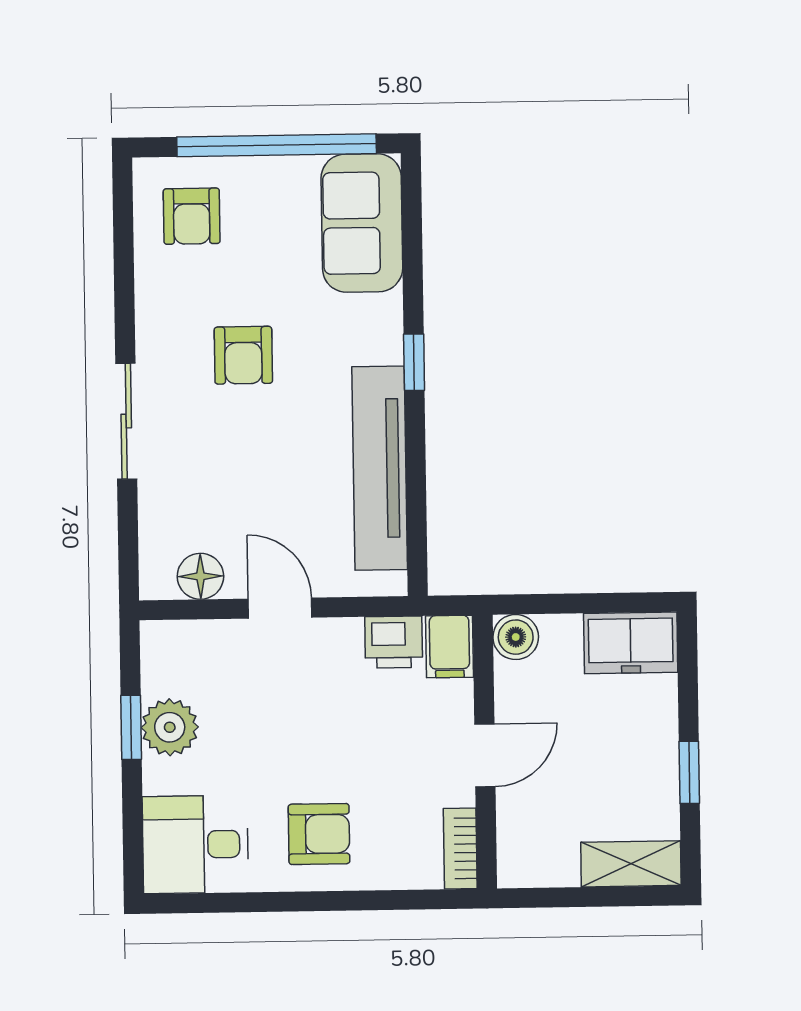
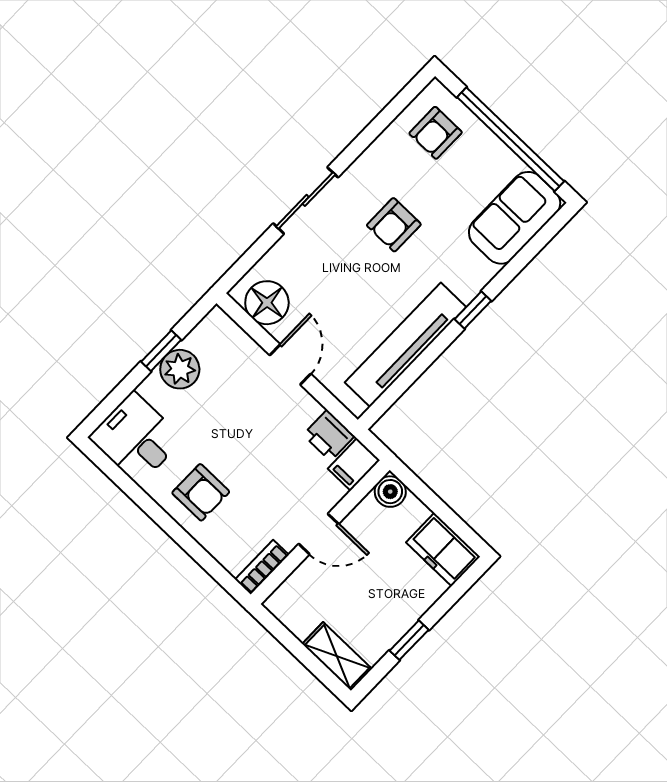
floor lamp: (200, 576) -> (267, 303), width x1.38, depth x1.38

